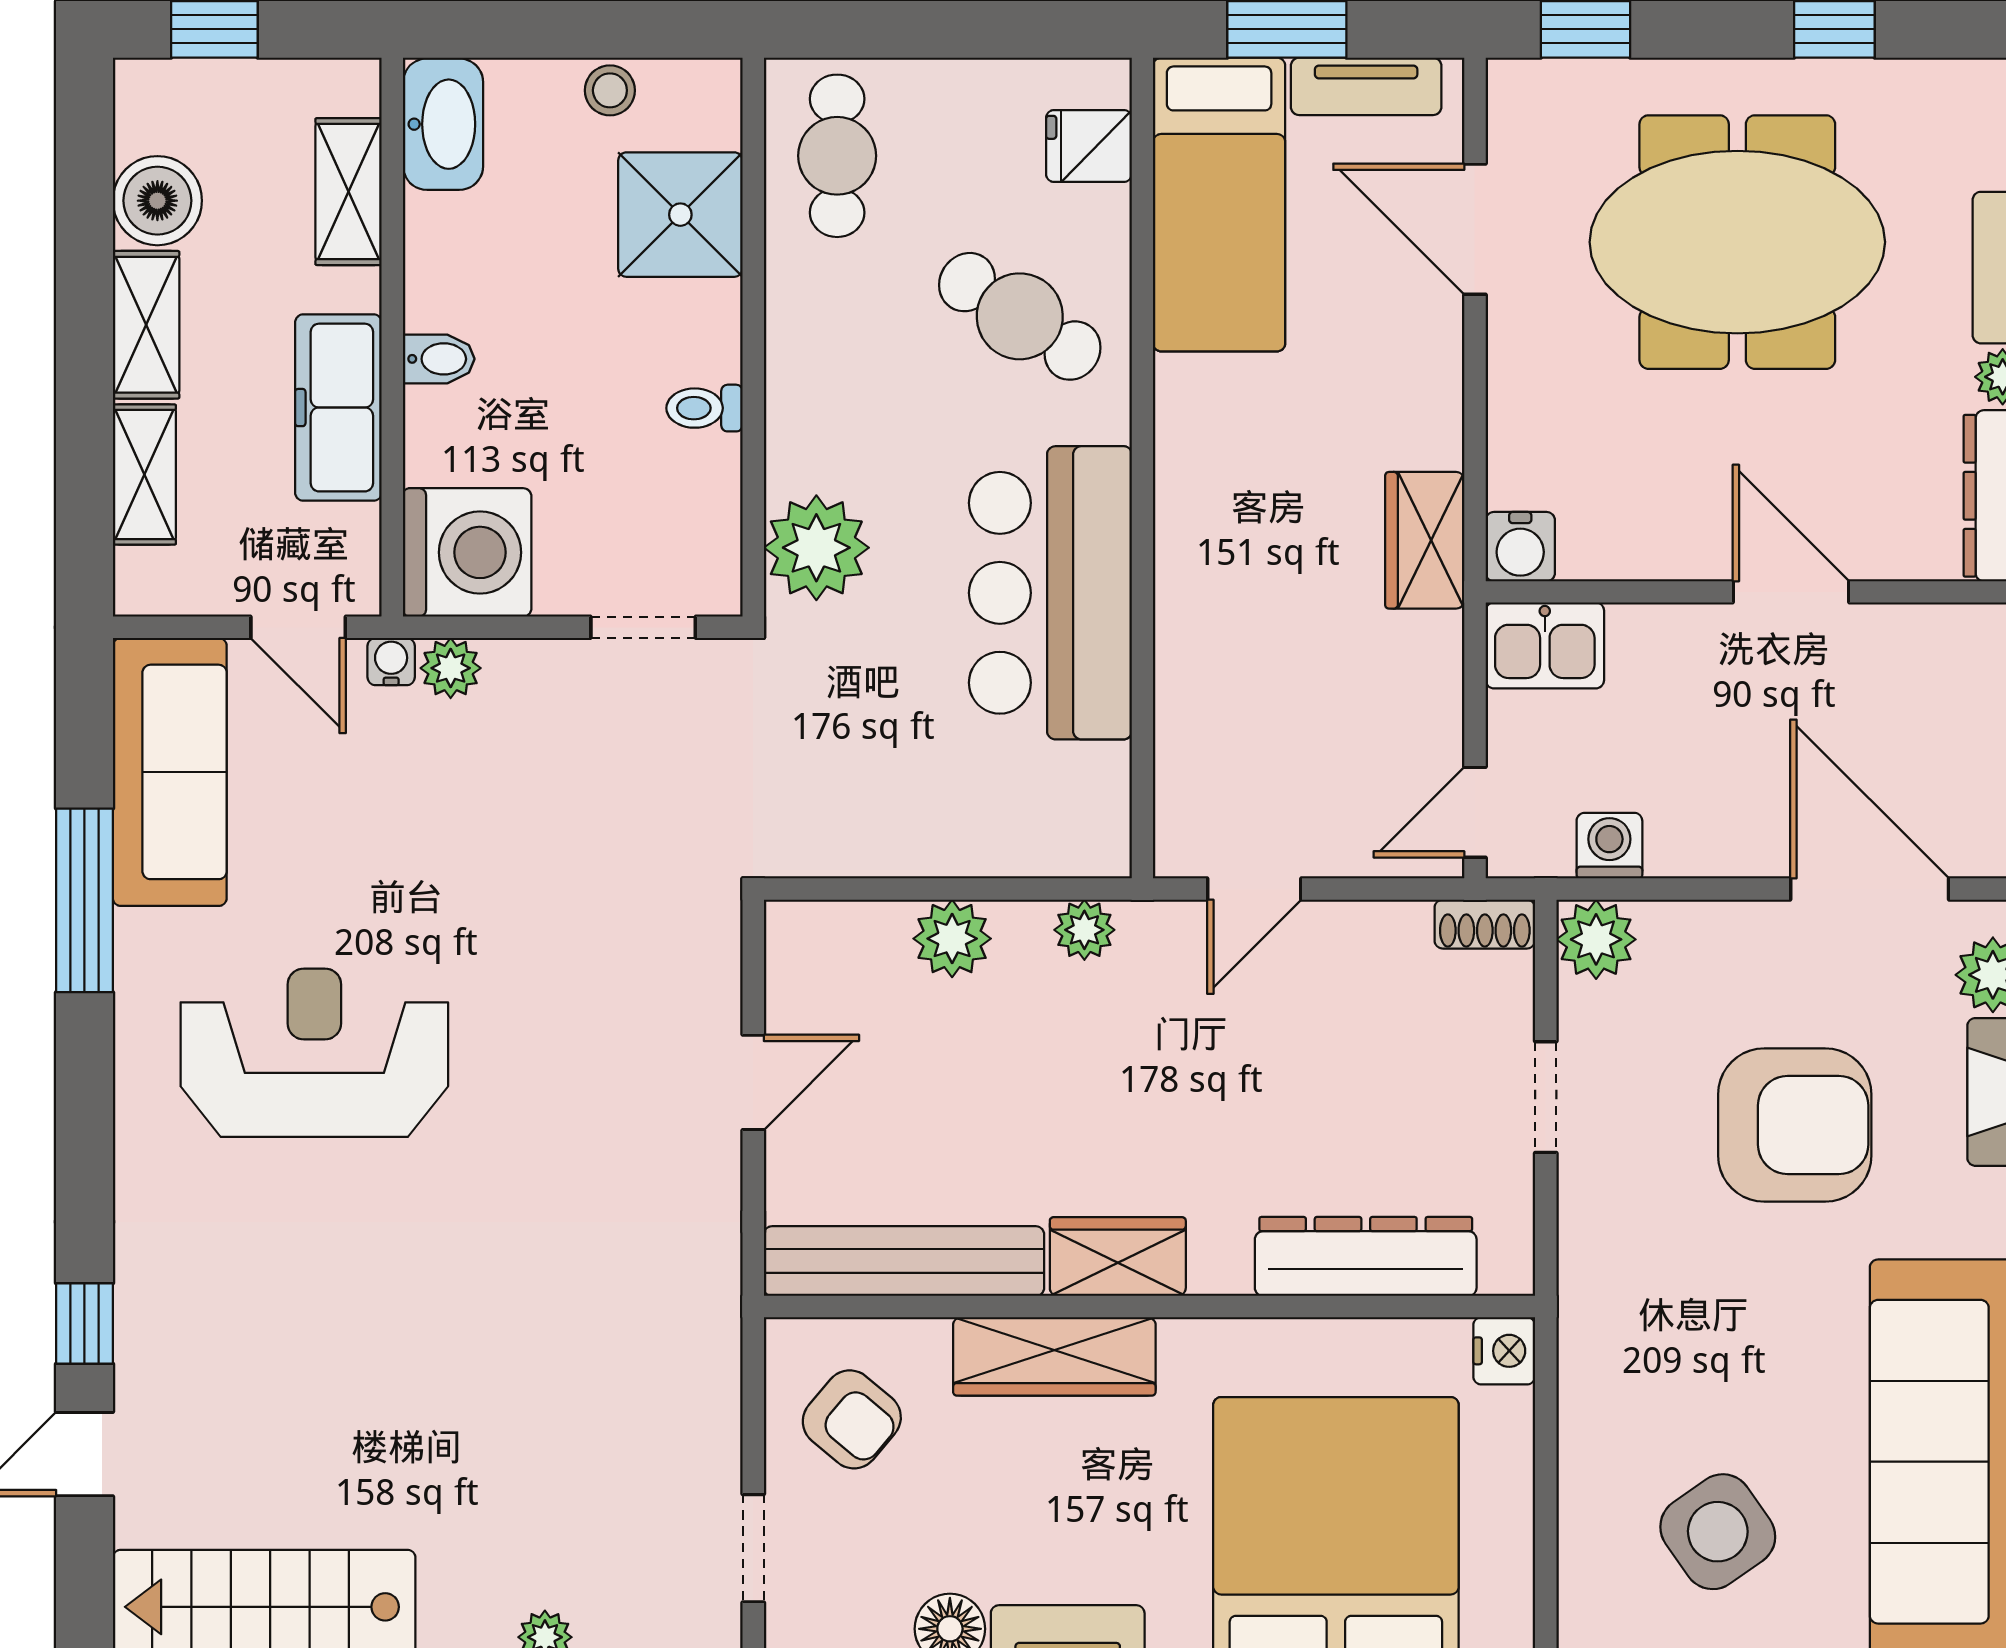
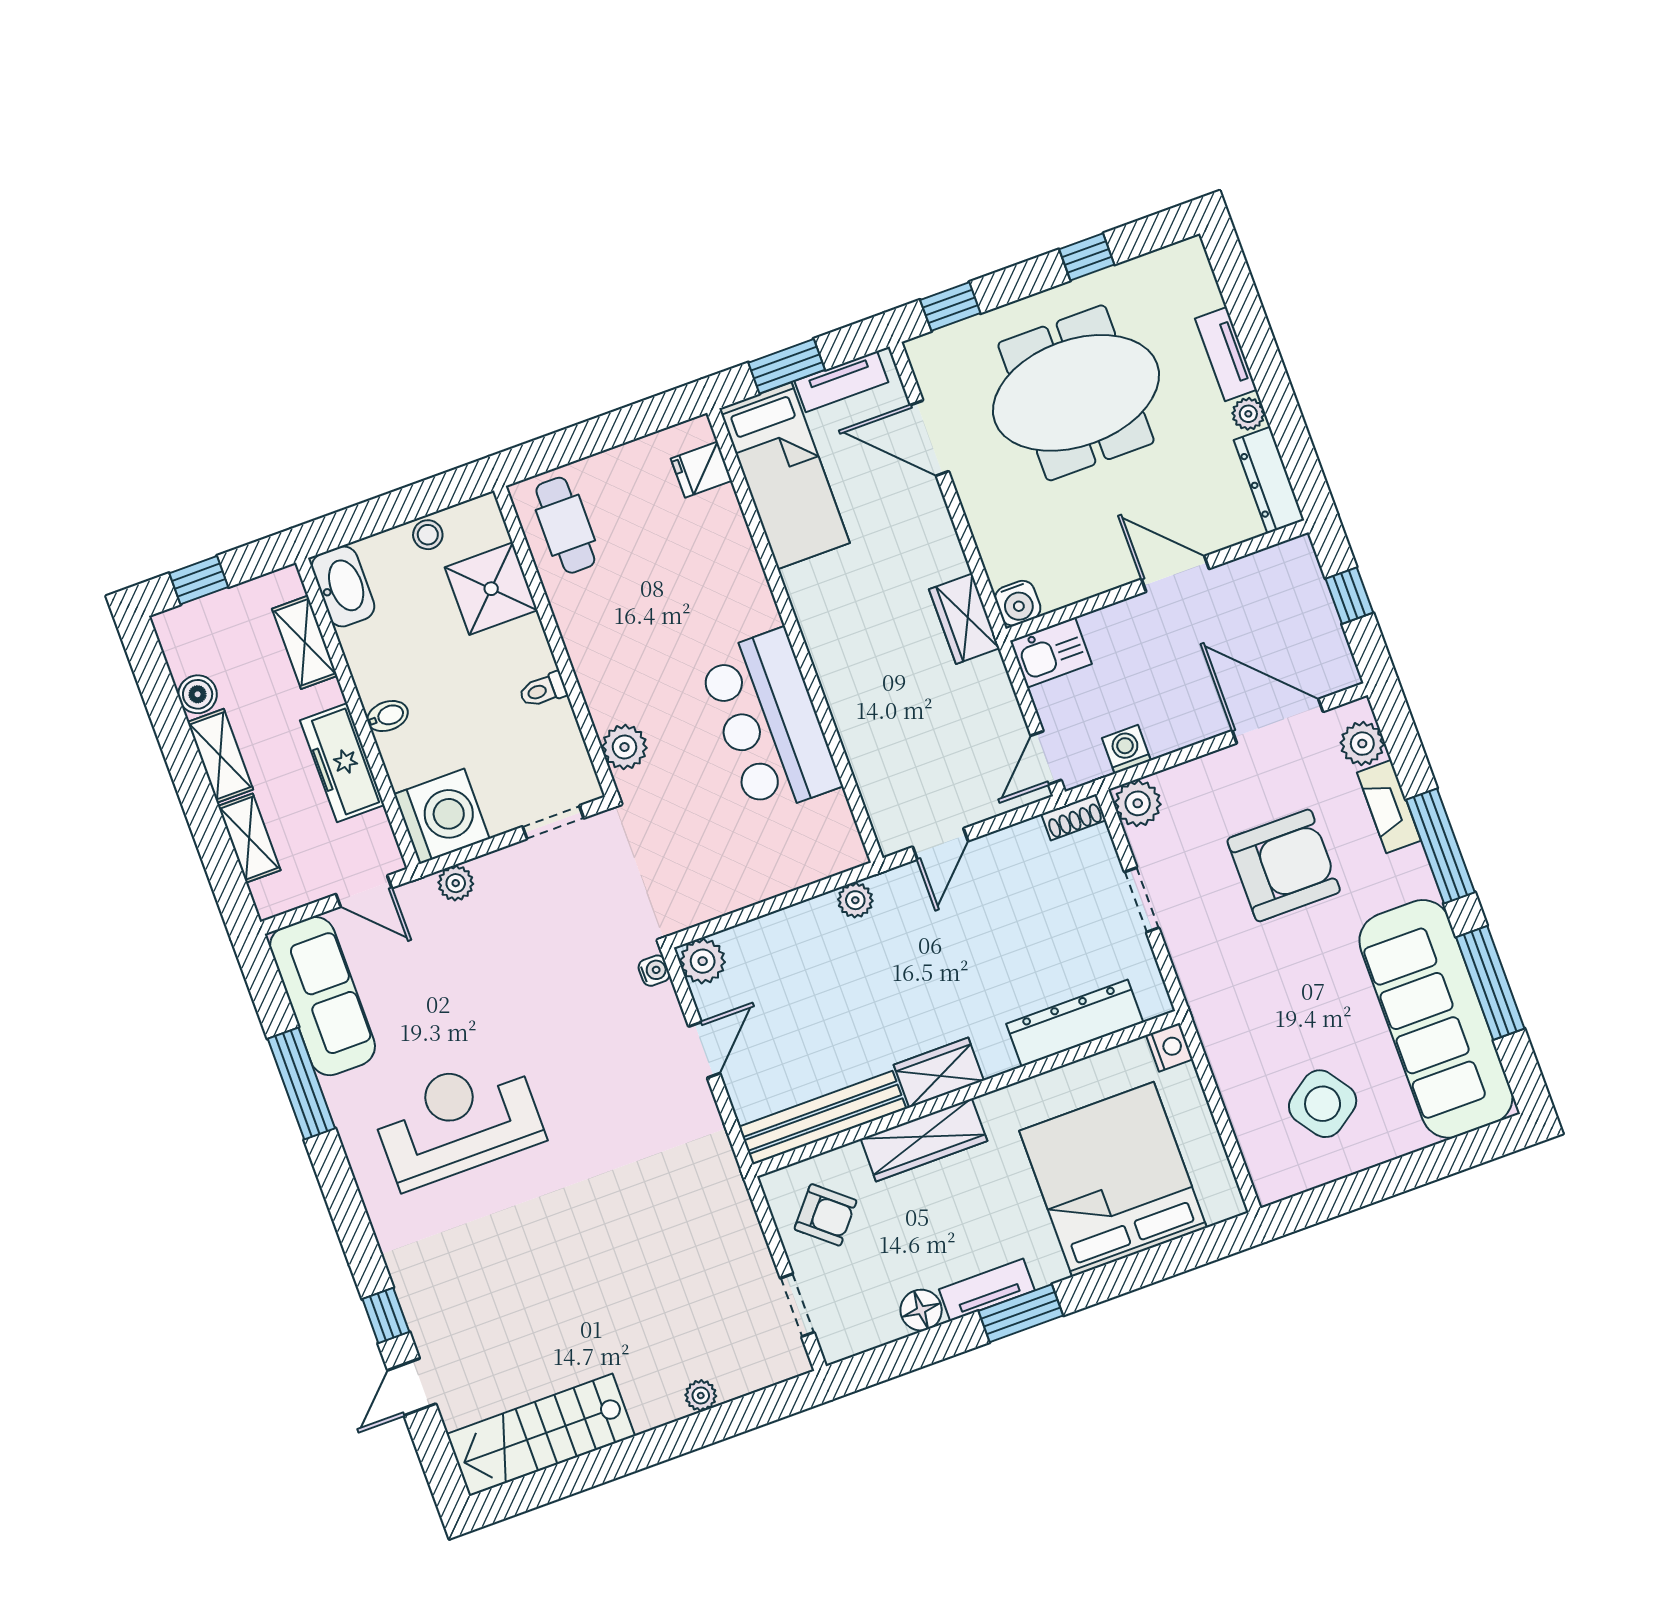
boiler: (157, 201) -> (198, 694), width x0.73, depth x0.73
cafe table: (1020, 316) -> (697, 577), removed
plant: (816, 548) -> (624, 747), width x0.73, depth x0.73
water cooler: (391, 662) -> (654, 971), moved, turned 90
plant: (952, 939) -> (703, 961), moved

